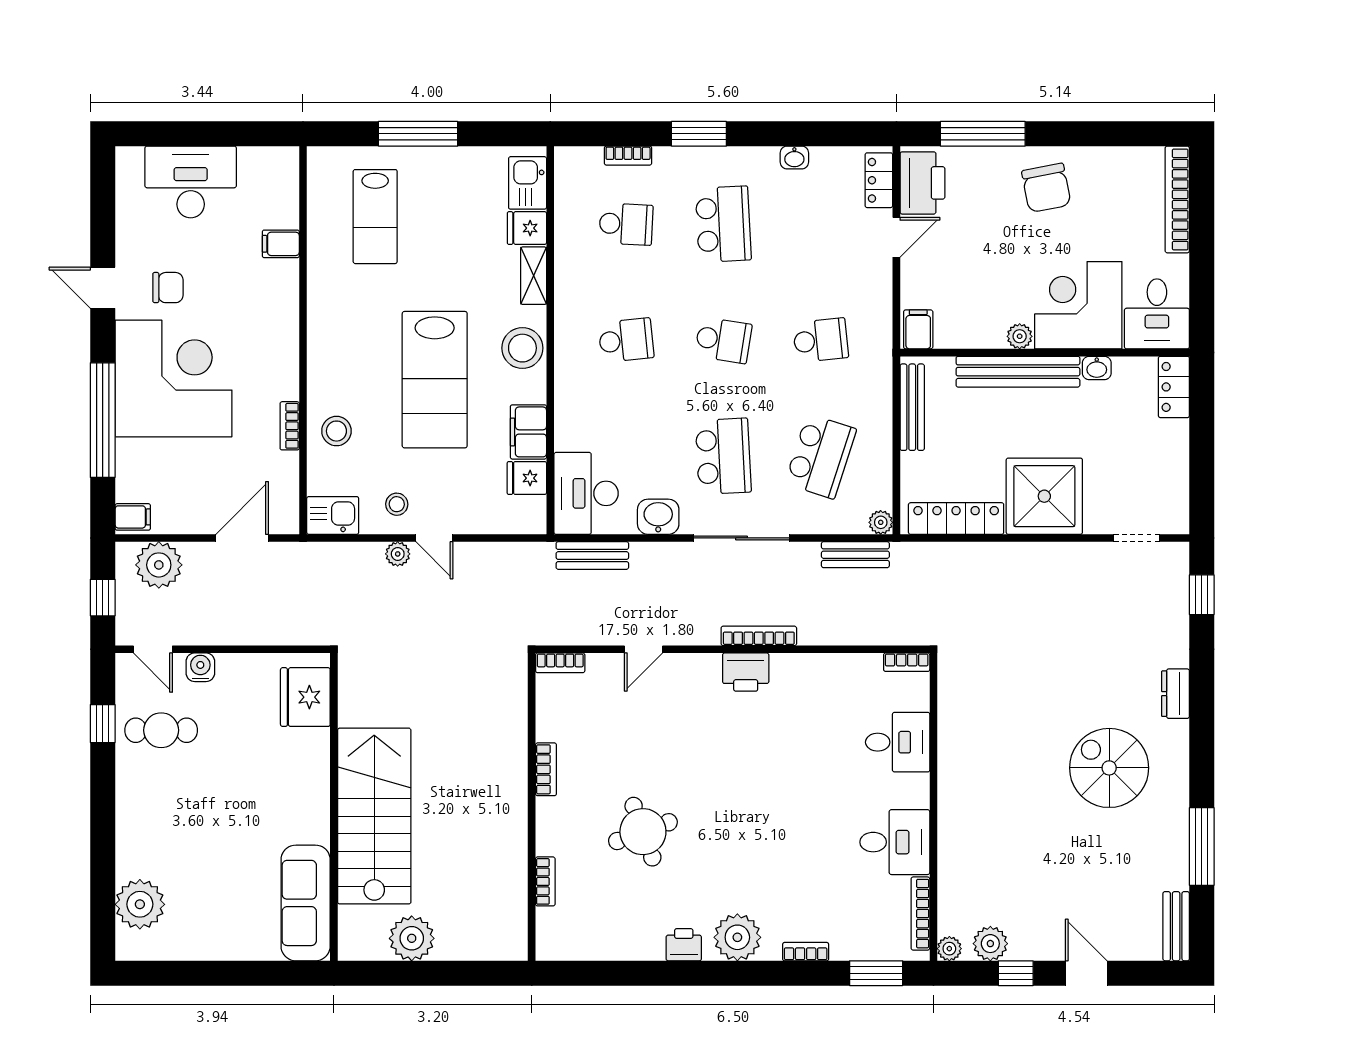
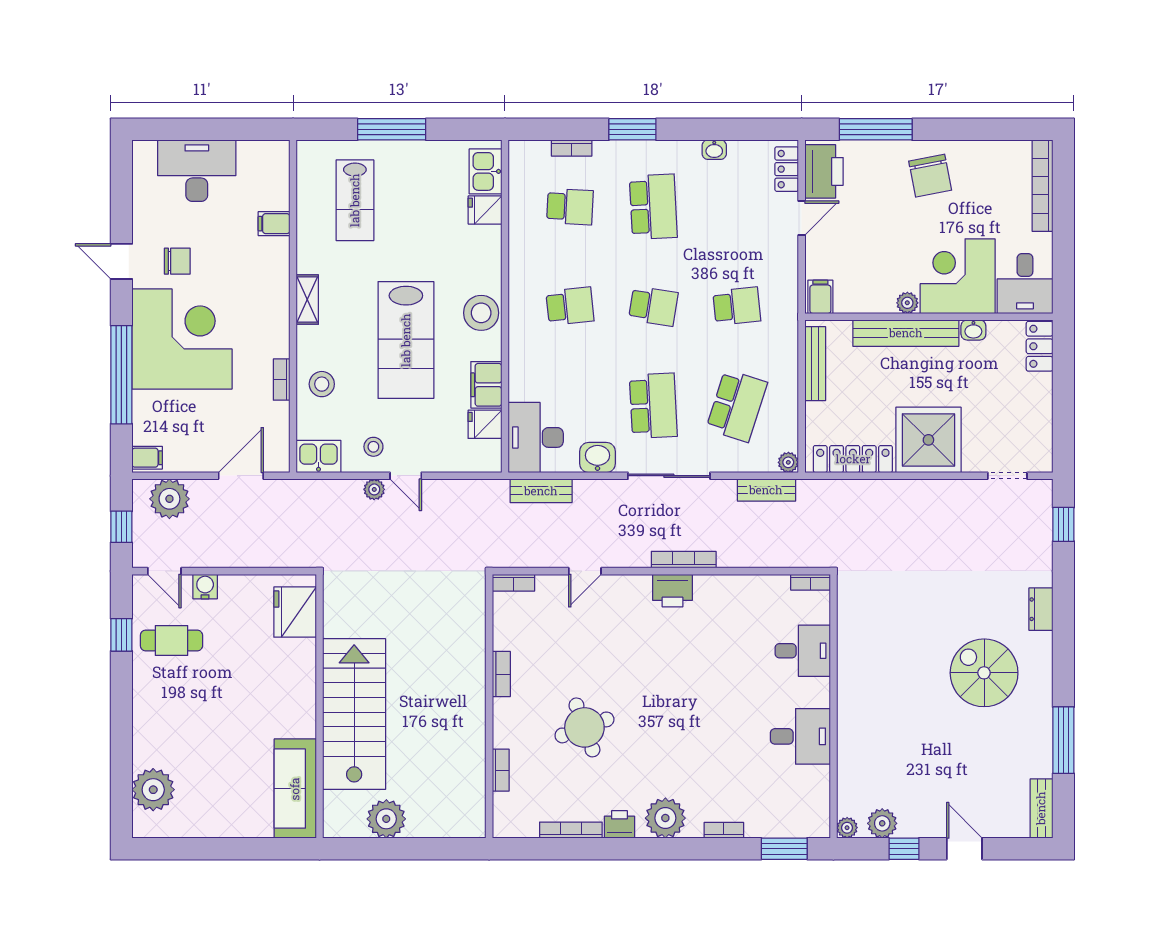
shelving: (534, 276) -> (307, 300), moved
bookcase: (920, 914) -> (571, 830), moved, turned 90

